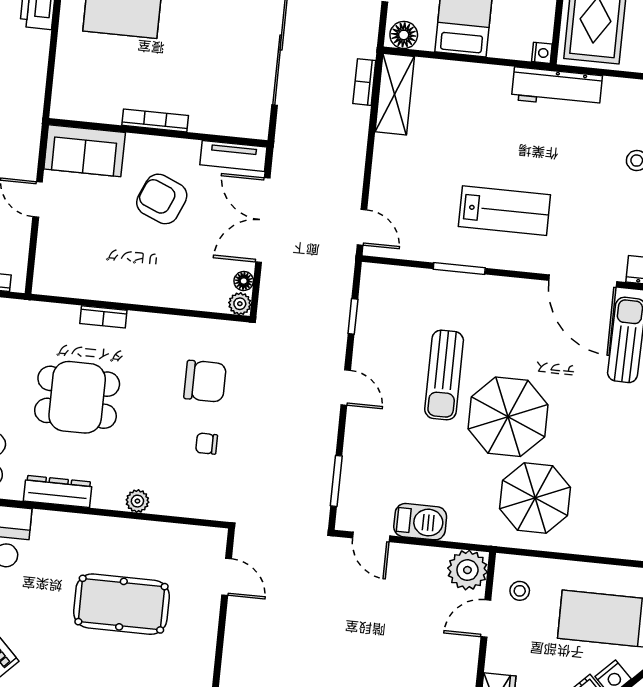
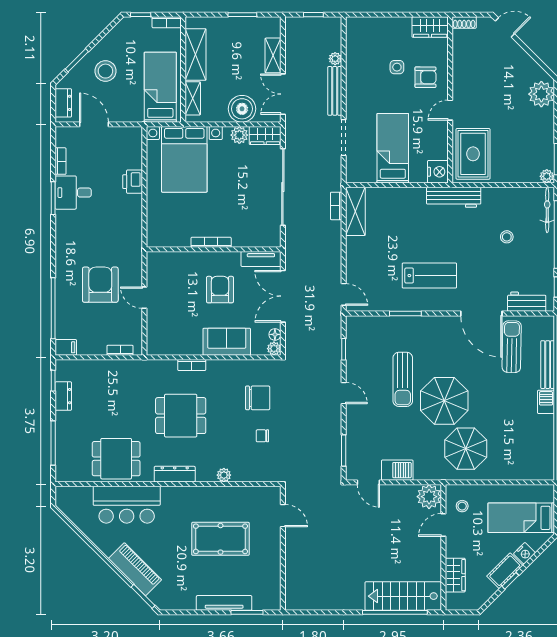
floor lamp: (404, 35) -> (357, 175), removed
nightstand: (542, 53) -> (438, 172), width x1.89, depth x1.79
sofa: (85, 151) -> (227, 342), moved, turned 180
armchair: (162, 199) -> (220, 290), turned 67

